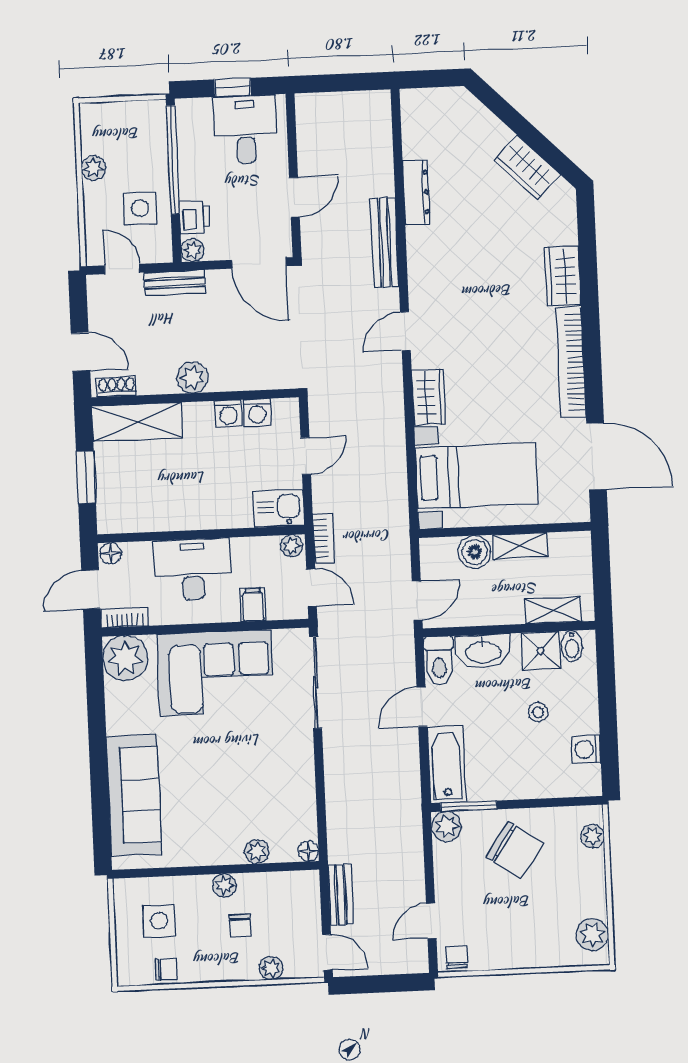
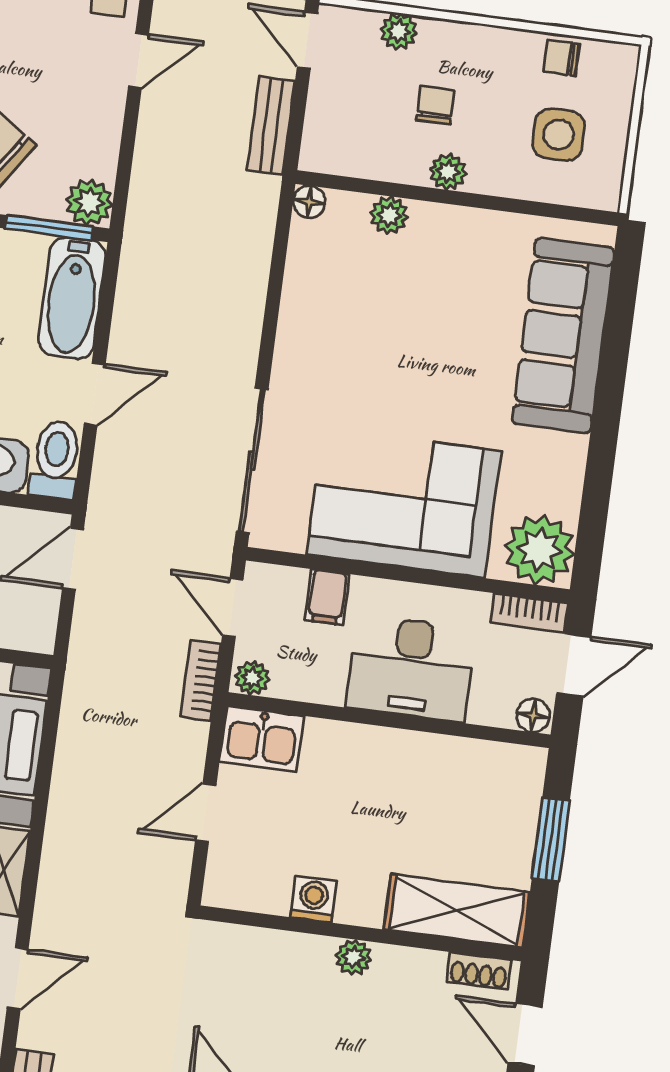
plant: (192, 377) -> (354, 957), width x0.73, depth x0.73
washing machine: (257, 412) -> (269, 893), removed

